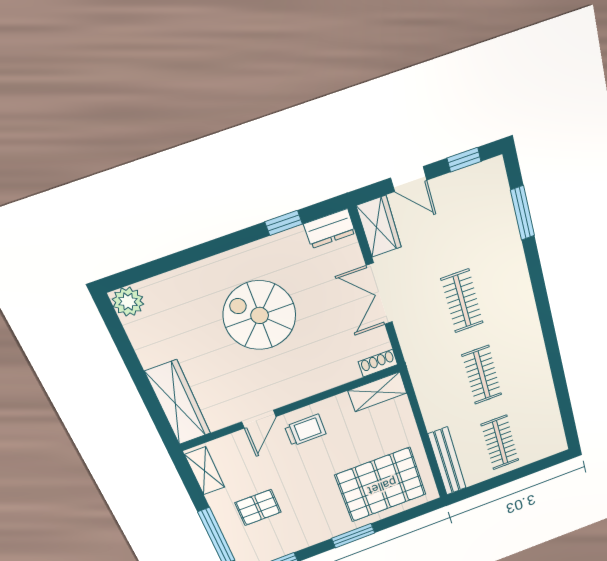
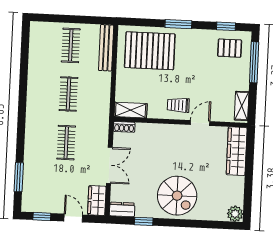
spiral stairs: (260, 315) -> (177, 196), moved
pallet: (258, 507) -> (230, 48), moved

